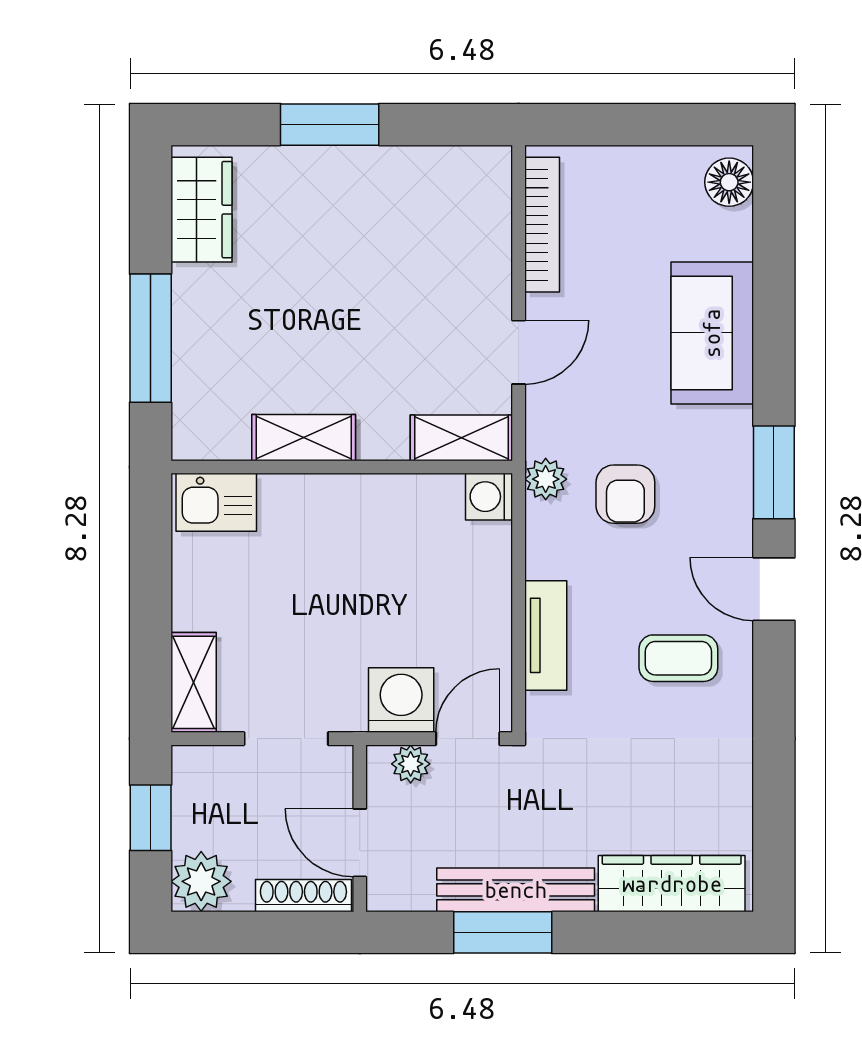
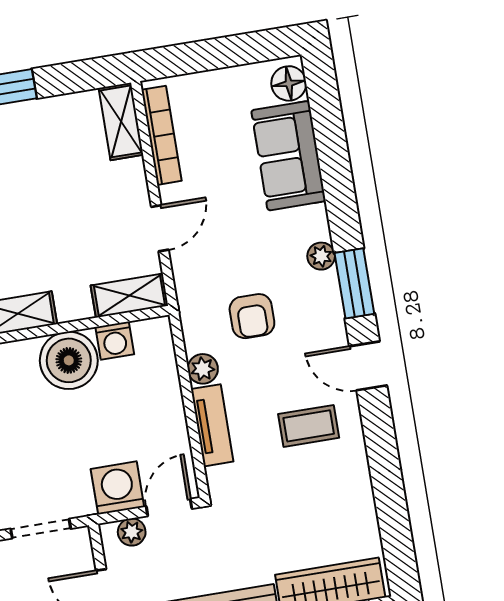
shelving: (489, 196) -> (121, 121), added
sofa: (712, 333) -> (288, 156), moved
plant: (734, 427) -> (321, 256), added
plant: (546, 479) -> (203, 369), moved
washing machine: (489, 497) -> (115, 341), moved, turned -90
boiler: (363, 513) -> (69, 360), added

